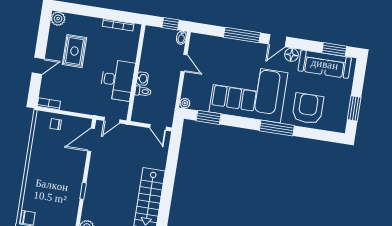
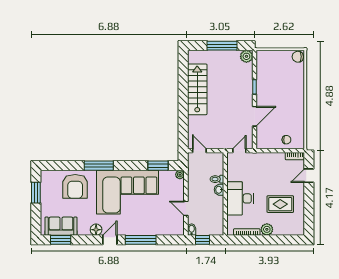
plant: (58, 19) -> (267, 229), moved
rug: (74, 51) -> (280, 204), turned 90
sofa: (325, 64) -> (61, 226), width x0.73
door: (38, 66) -> (309, 176), moved
desk: (117, 80) -> (240, 198), moved
door: (91, 140) -> (254, 116), moved

